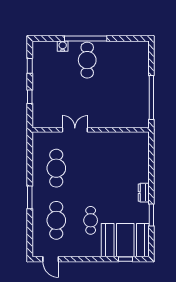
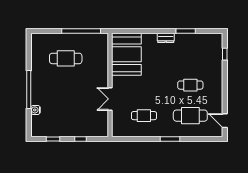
cafe table: (87, 60) -> (66, 58), moved
cafe table: (56, 168) -> (144, 116), width x0.73, depth x0.74
booth: (125, 240) -> (126, 54), moved
door: (51, 259) -> (225, 121), swing flipped

